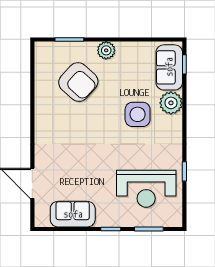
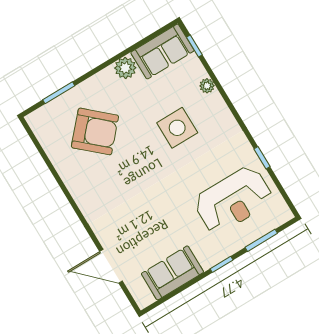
plant: (106, 50) -> (125, 68), moved
sofa: (169, 67) -> (162, 51), moved, turned -90
plant: (171, 103) -> (207, 86), width x0.53, depth x0.53

